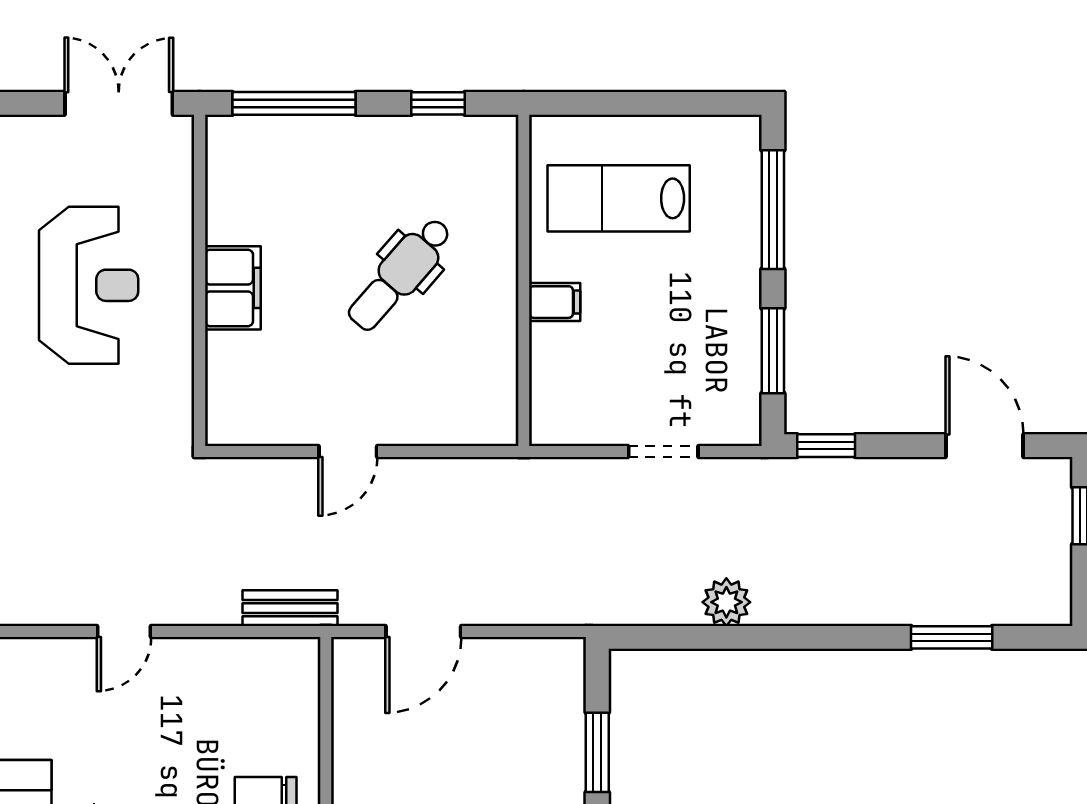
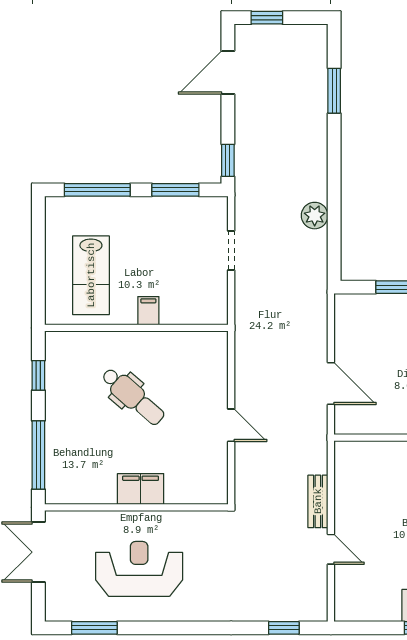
bench: (290, 608) -> (318, 501), moved

